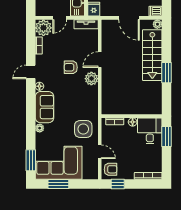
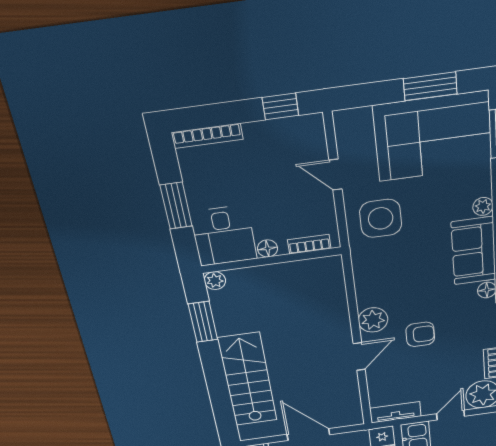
plant: (157, 24) -> (215, 281), moved
window: (167, 73) -> (203, 322), moved
window: (167, 137) -> (176, 206), moved
armchair: (111, 169) -> (304, 139), removed

